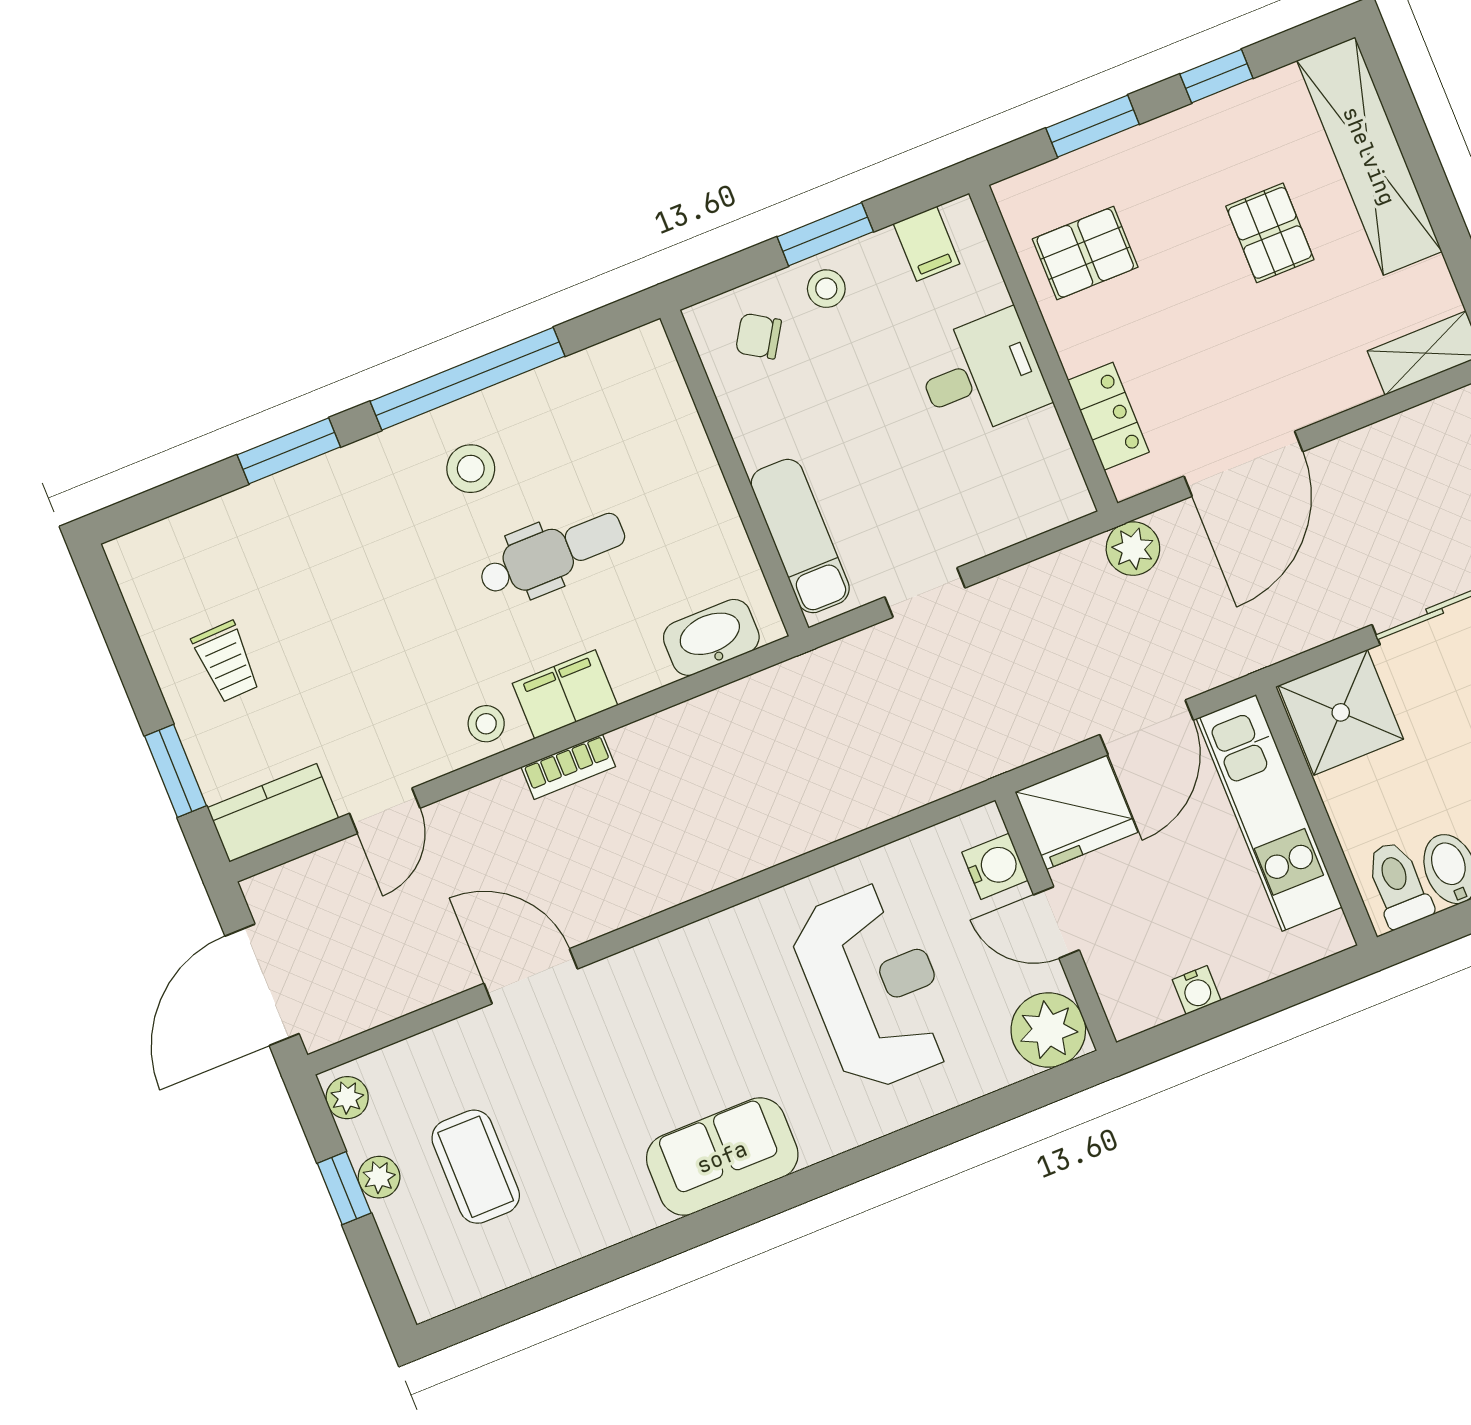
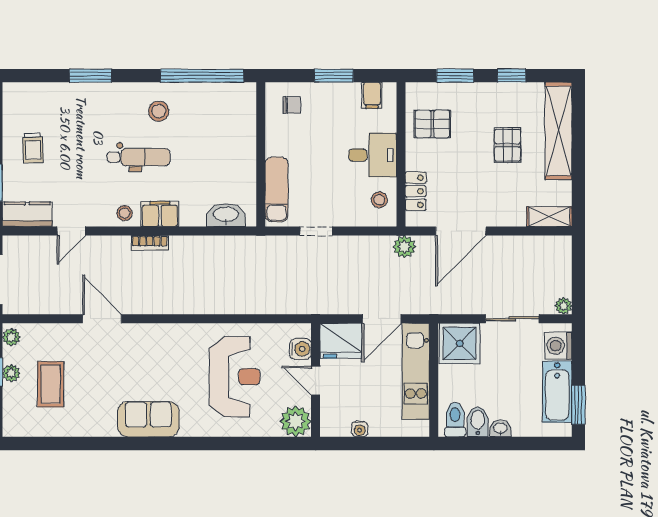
stool: (826, 289) -> (379, 200), moved
chair: (758, 336) -> (292, 105), turned 148
window: (467, 379) -> (202, 76), moved
dental chair: (552, 554) -> (139, 157), moved

